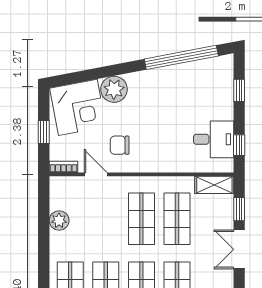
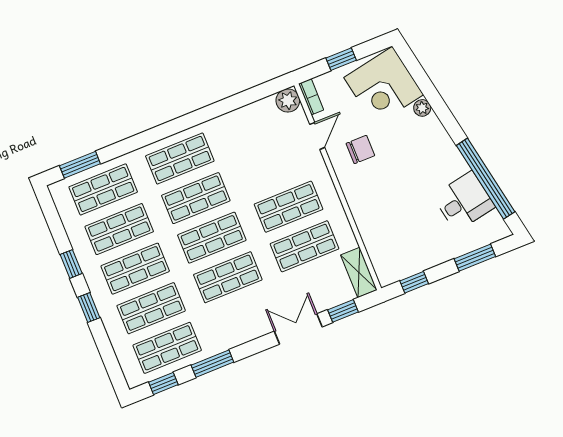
plant: (114, 89) -> (422, 108), width x0.53, depth x0.53
window: (239, 90) -> (475, 258), width x1.50
desk: (214, 139) -> (464, 201), moved, turned -101
chair: (120, 145) -> (360, 149), turned 90
plant: (59, 221) -> (288, 101), moved

